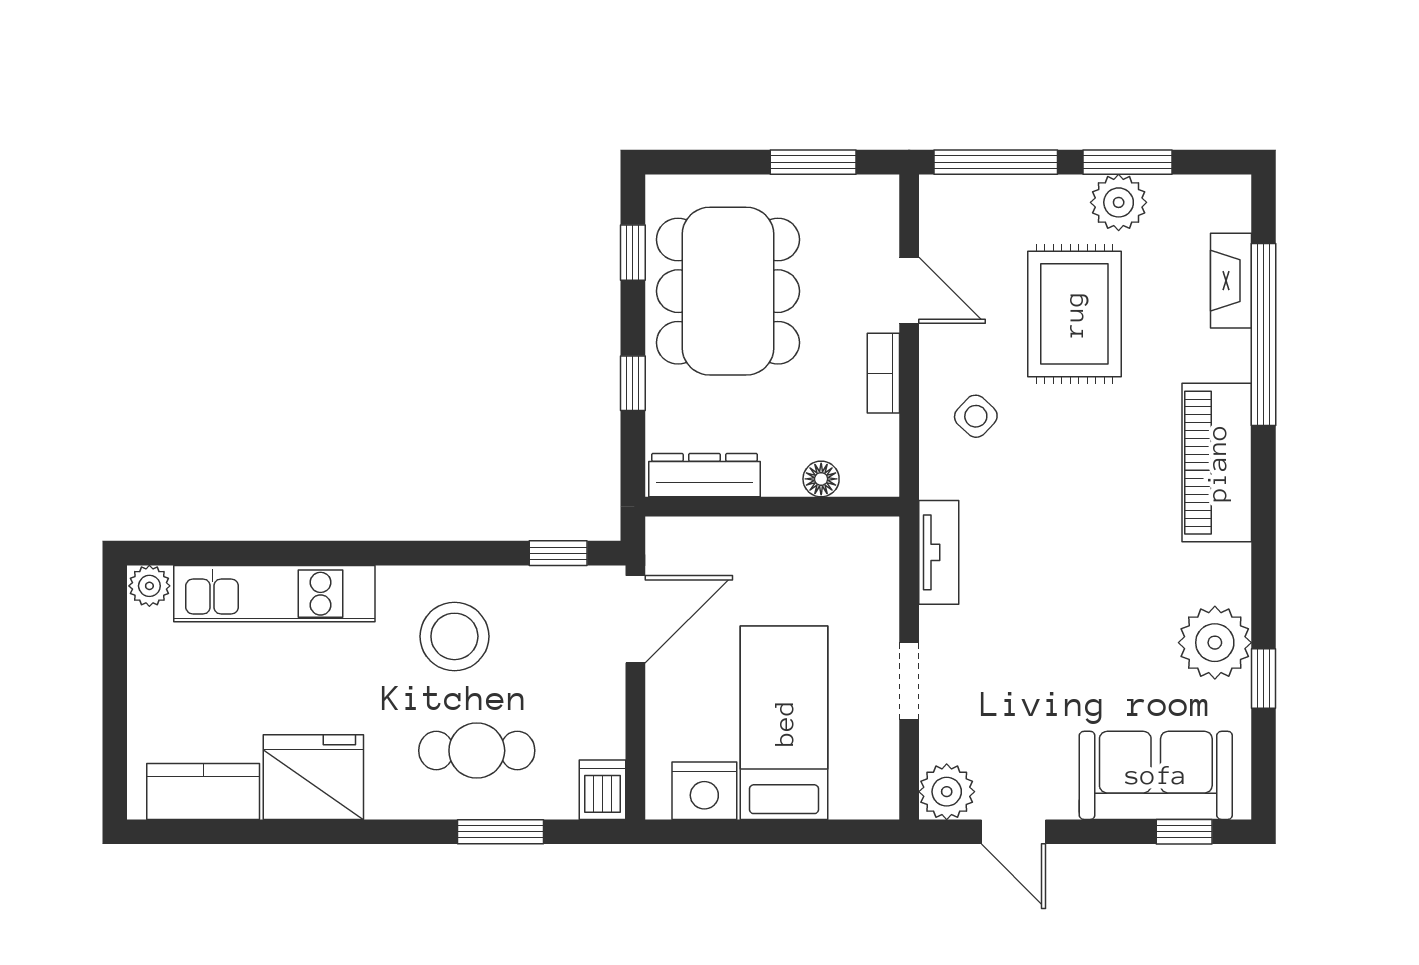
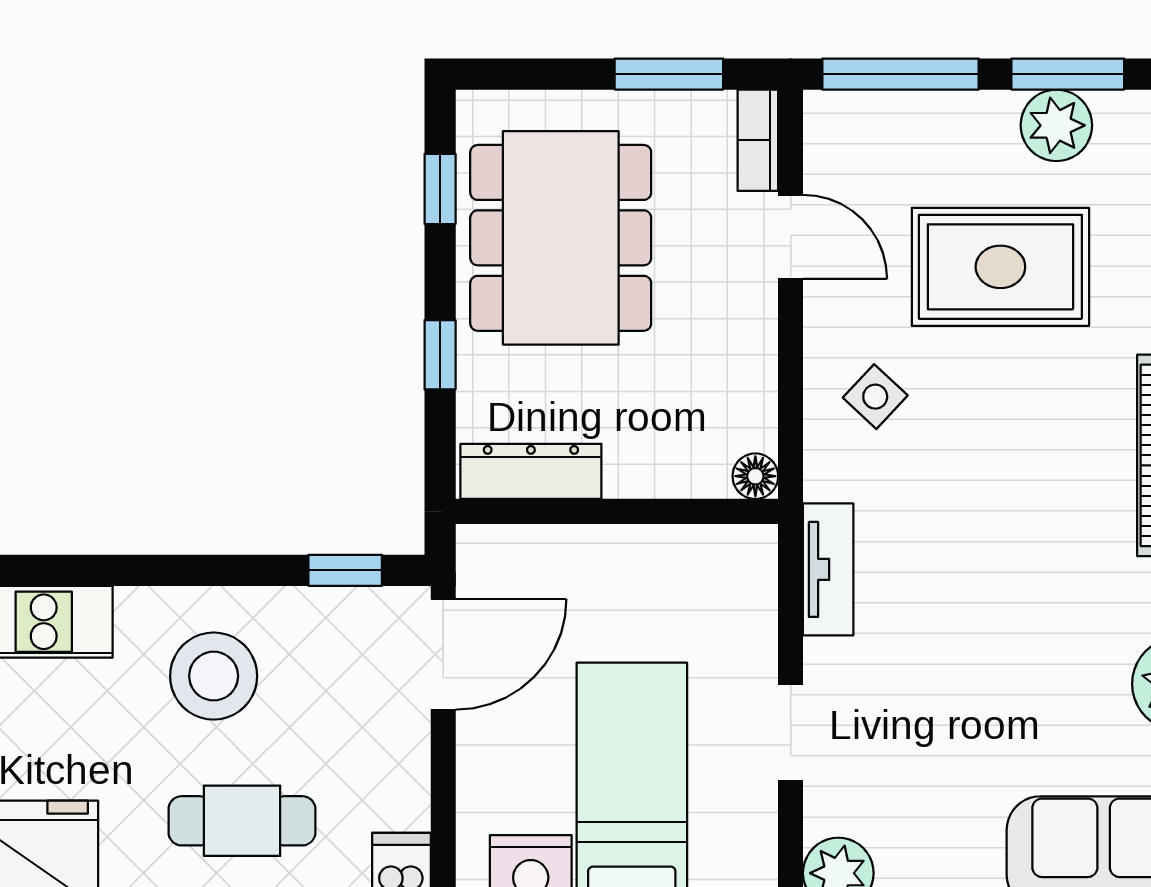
rug: (1074, 314) -> (1000, 267), turned 90
bookcase: (883, 373) -> (758, 140), moved
floor lamp: (821, 479) -> (755, 476), moved

